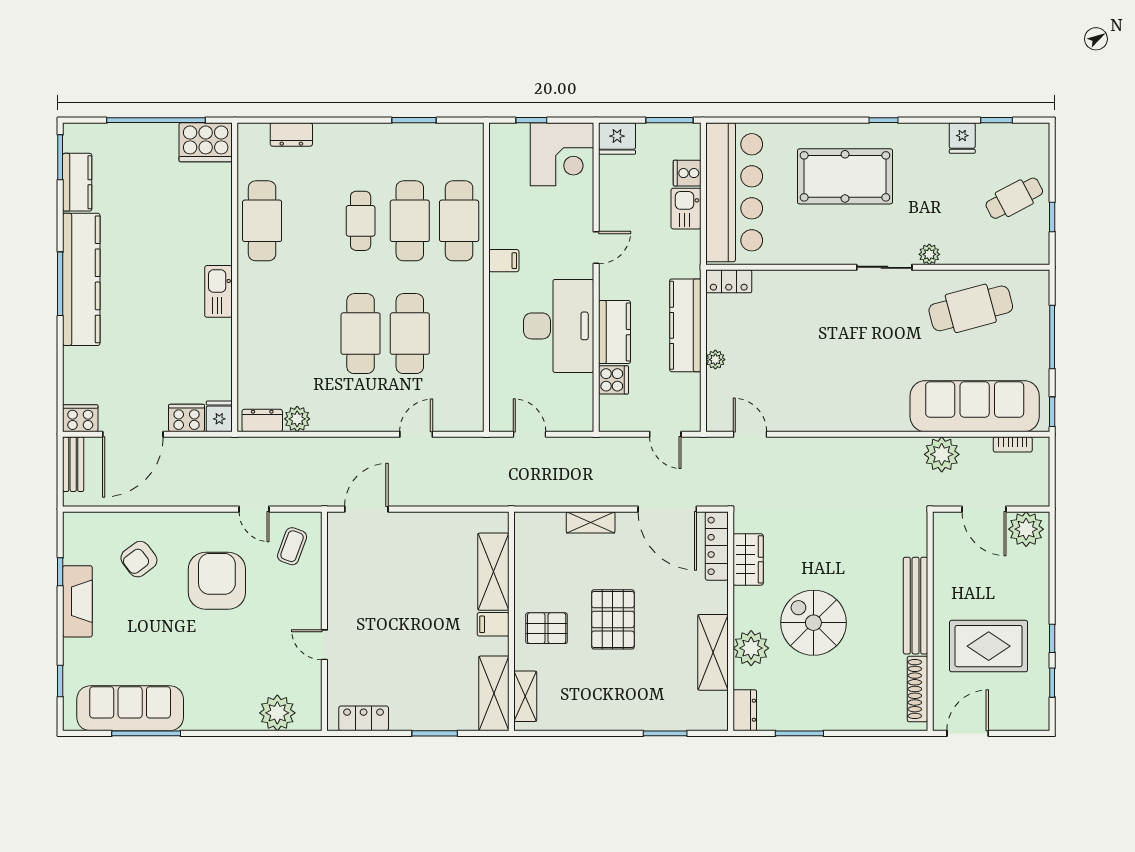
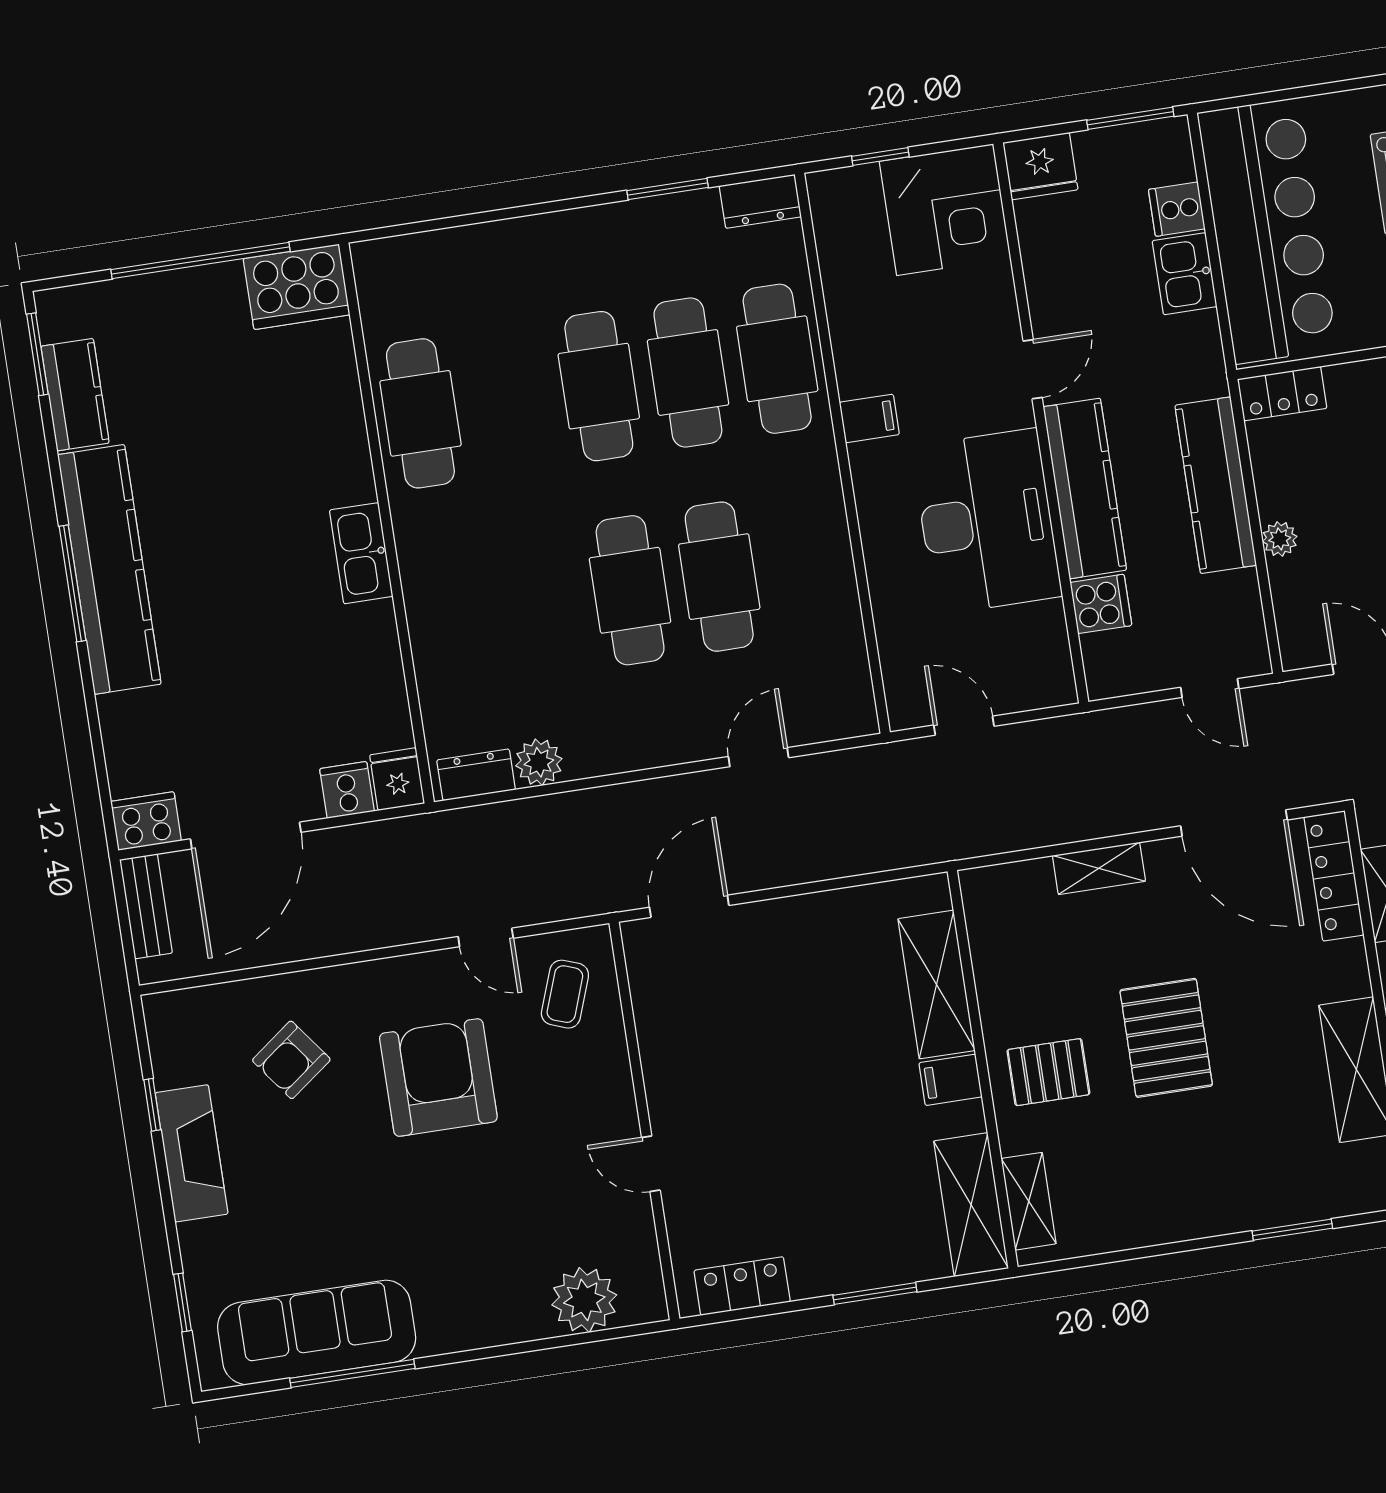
dresser: (291, 134) -> (760, 201), moved
cafe table: (361, 221) -> (599, 386), width x1.37, depth x1.35
kitchen counter: (614, 332) -> (1085, 488), width x1.50
cooker: (187, 418) -> (347, 790), width x0.73

